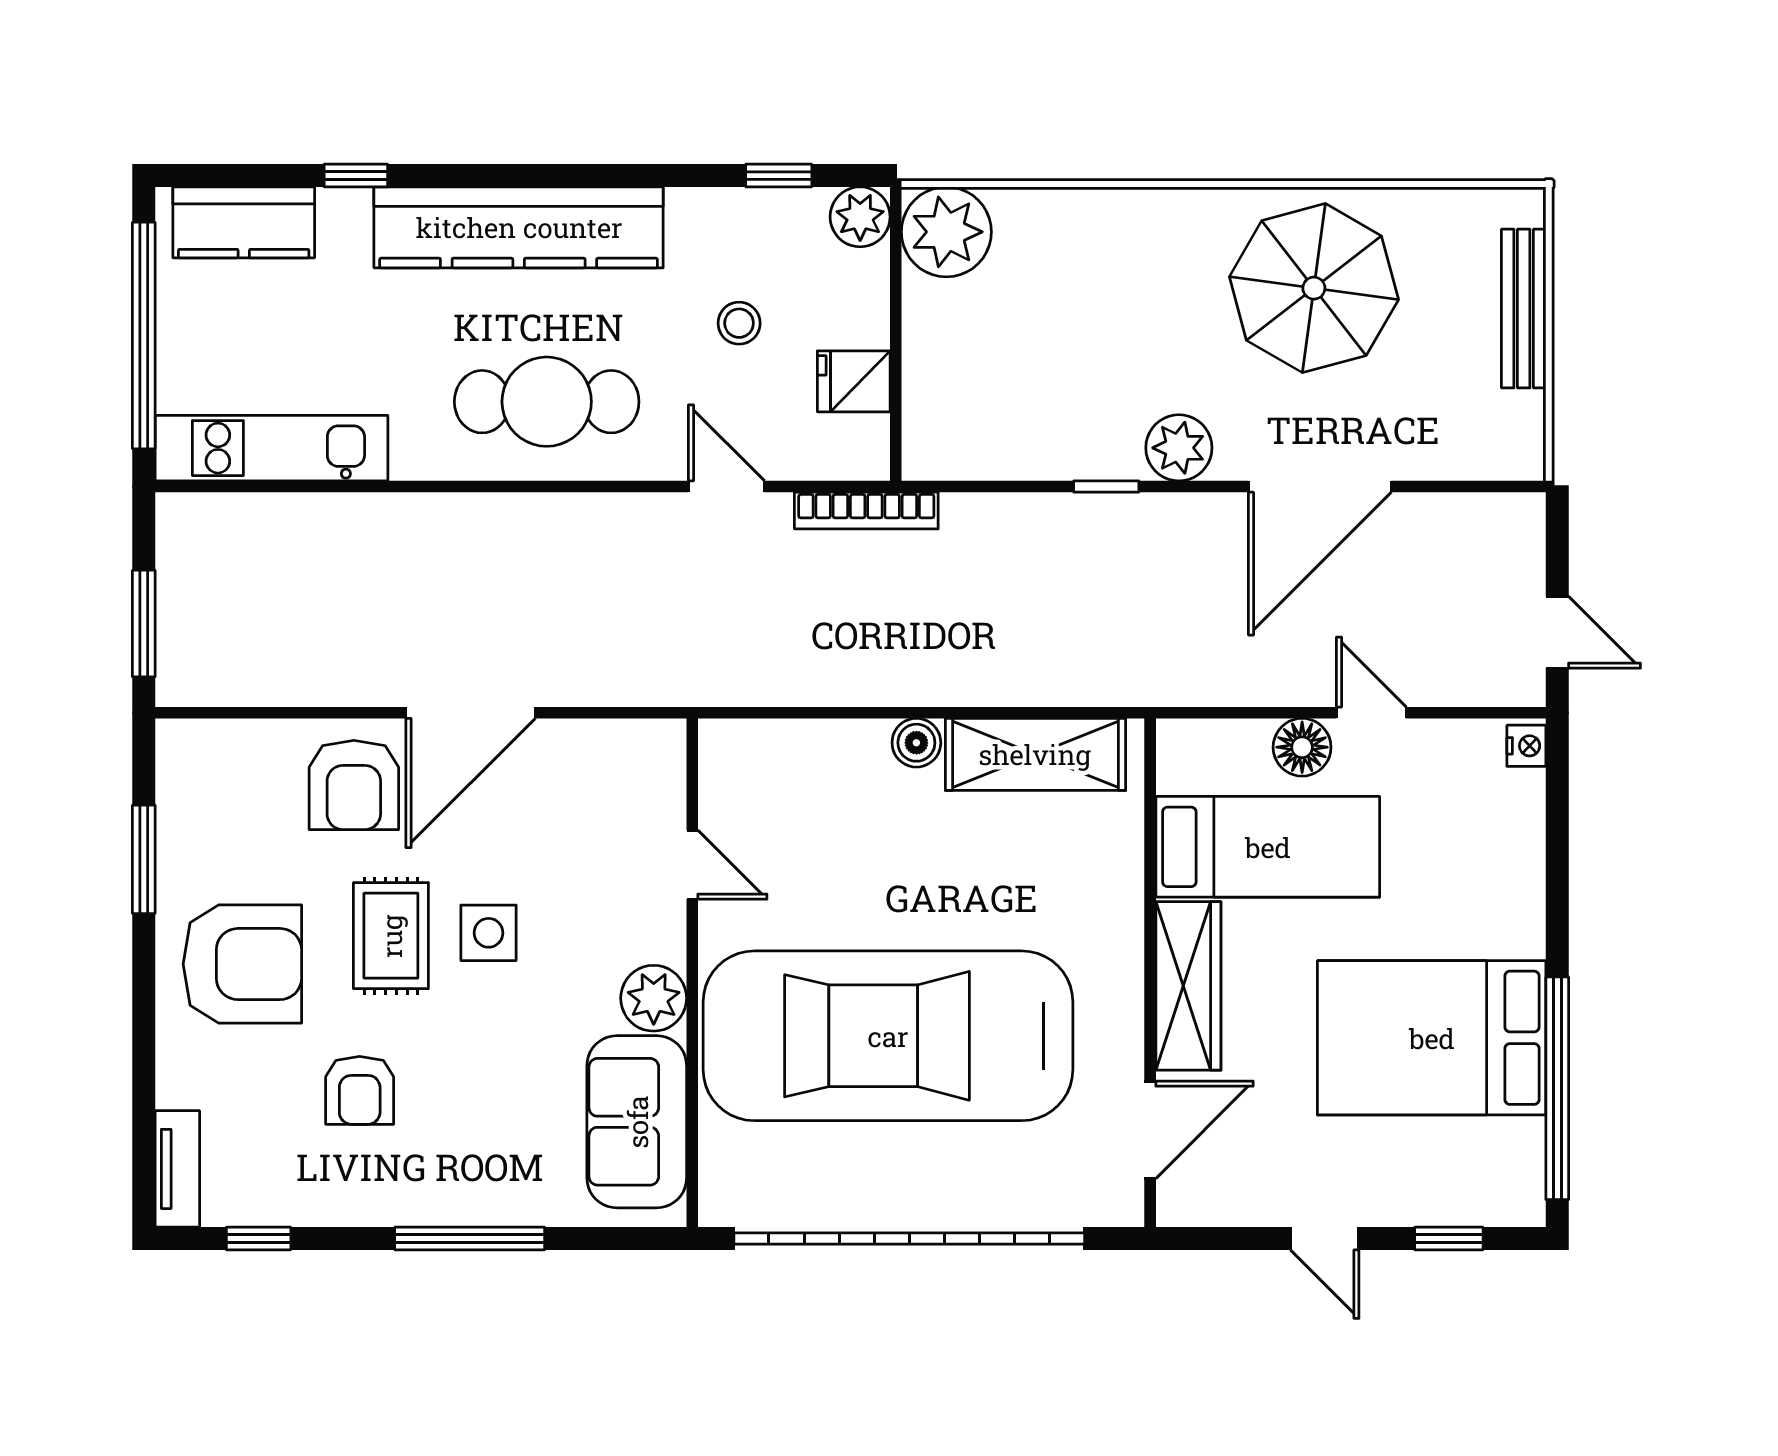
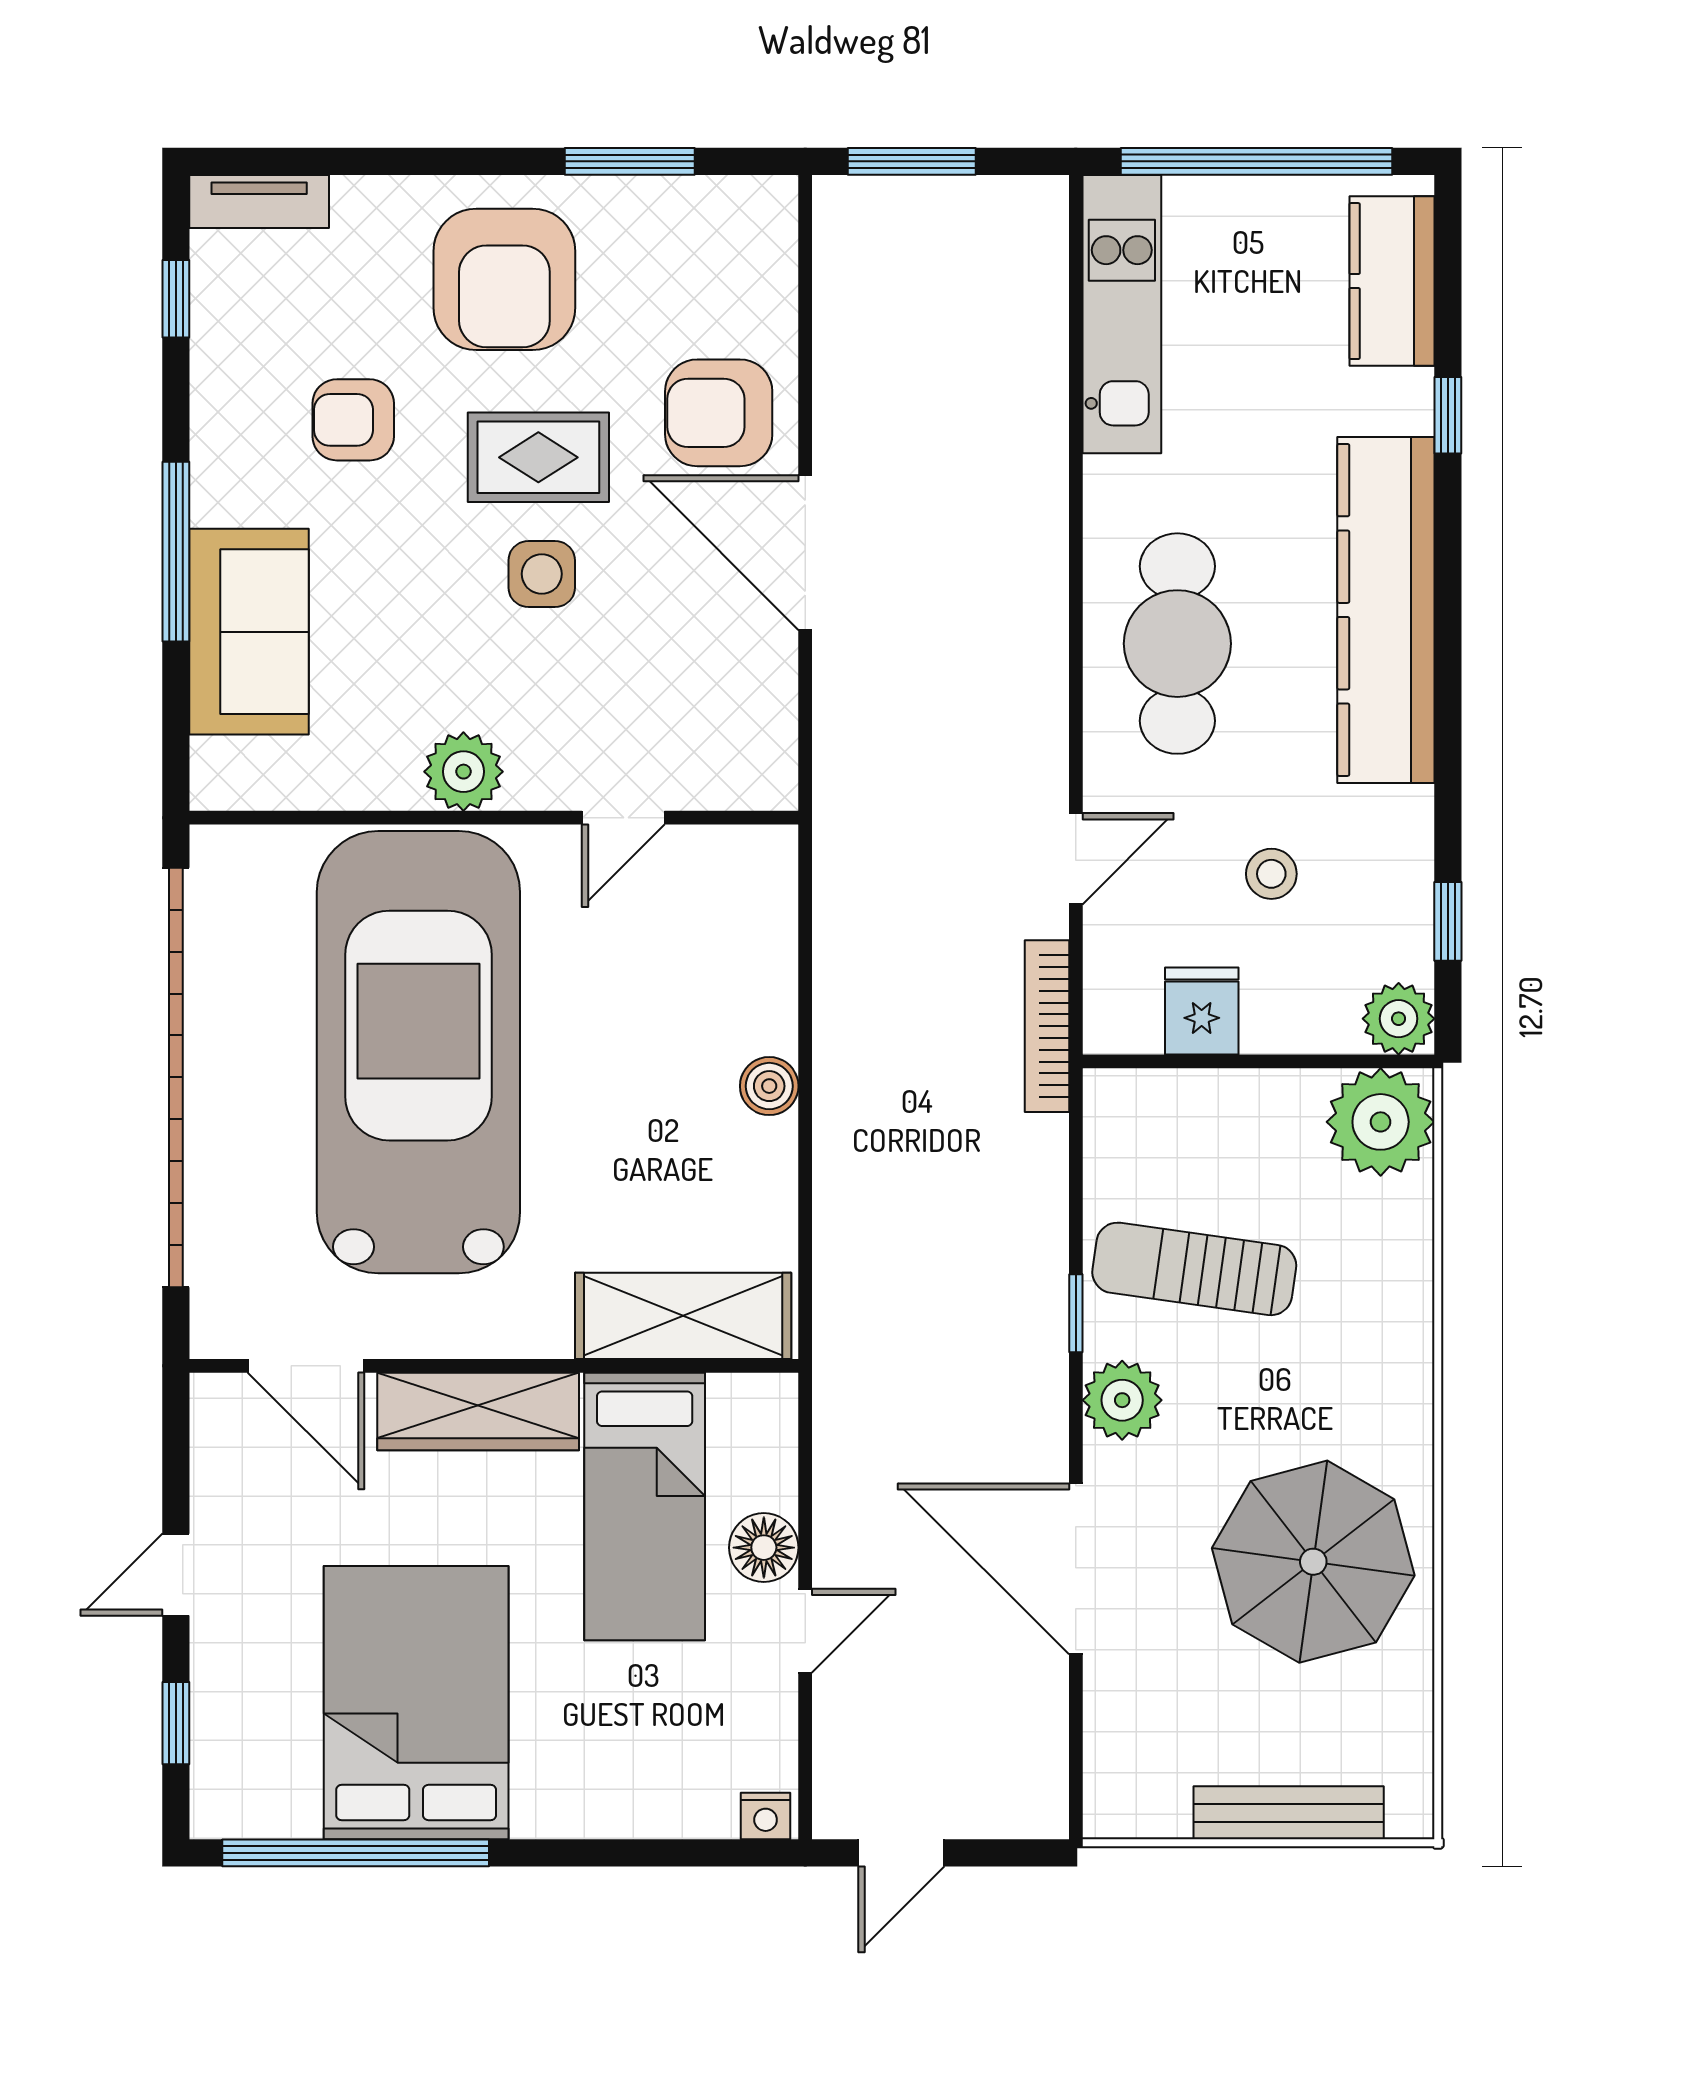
sun lounger: (1069, 388) -> (1194, 1269), added
shelving: (1035, 754) -> (683, 1316), moved, turned 90
sofa: (637, 1122) -> (249, 632), moved, turned 90

